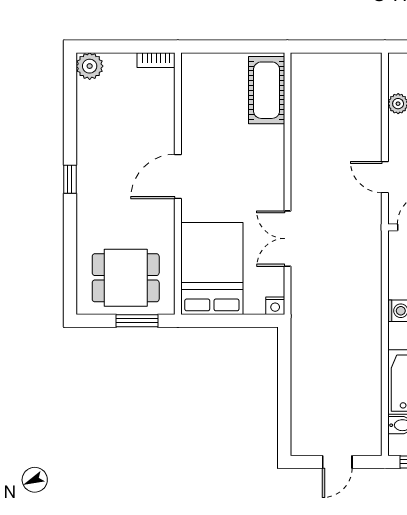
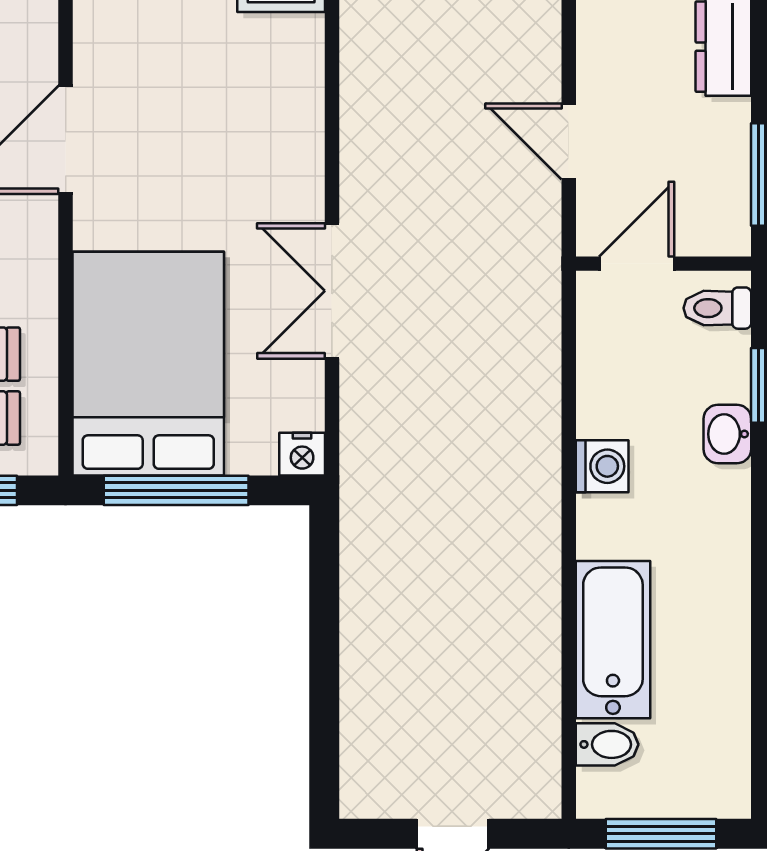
window: (223, 321) -> (176, 490), added

